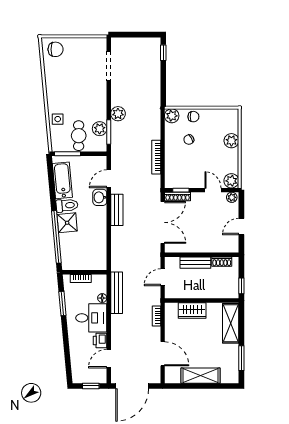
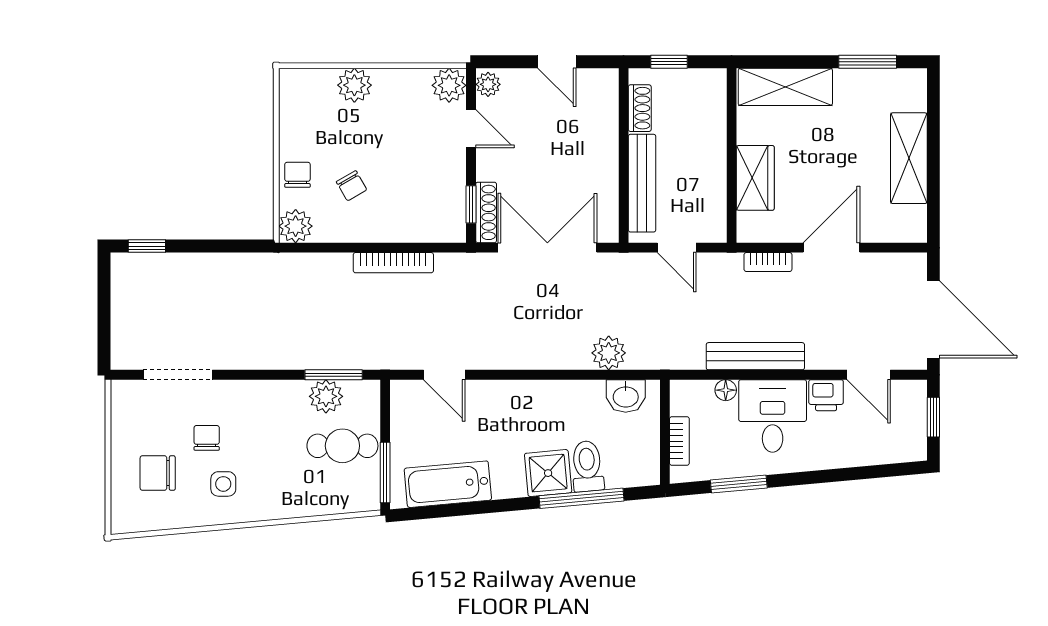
chair: (56, 49) -> (158, 473), moved, turned -90
chair: (82, 78) -> (207, 438), added
plant: (118, 114) -> (609, 353), moved
side table: (58, 119) -> (223, 484), moved
door: (213, 190) -> (471, 129), swing flipped
washbasin: (100, 197) -> (626, 396), moved
toilet: (67, 205) -> (587, 466), moved
bench: (117, 210) -> (518, 356), removed
window: (56, 237) -> (581, 498), width x0.68
bench: (195, 263) -> (642, 183), width x1.36
window: (241, 286) -> (669, 62), moved
bench: (117, 293) -> (755, 356), moved
door: (163, 354) -> (831, 248), moved

